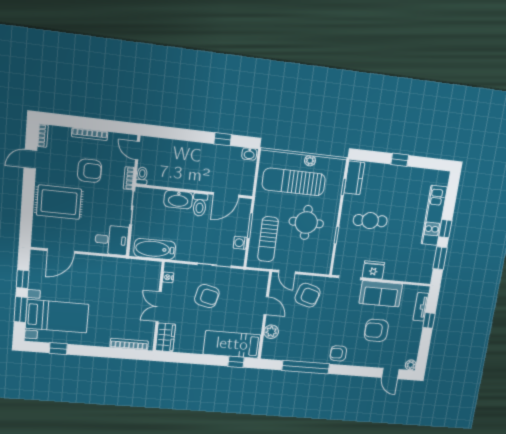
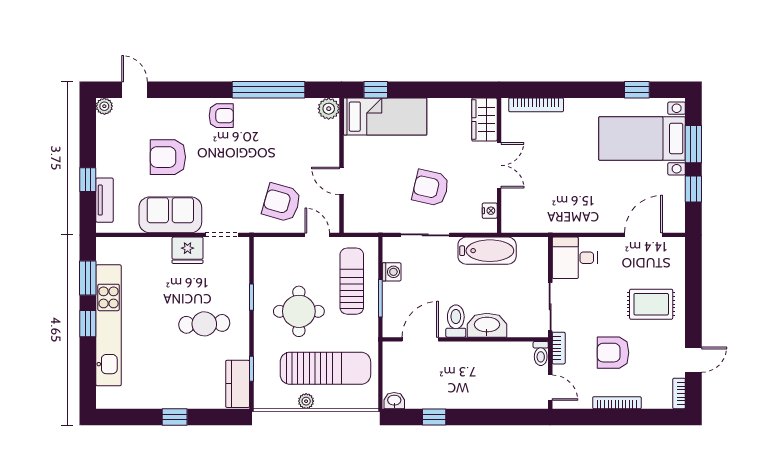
rug: (59, 202) -> (651, 304), width x0.73, depth x0.70
kitchen unit: (434, 215) -> (109, 325), width x1.36
bathtub: (155, 249) -> (487, 251), moved
armchair: (376, 330) -> (168, 157), turned 180
plant: (271, 332) -> (329, 109), moved

